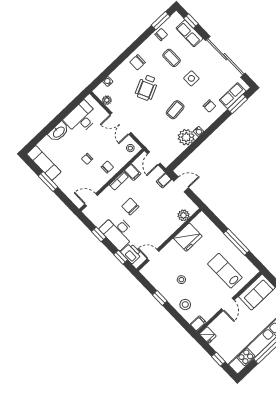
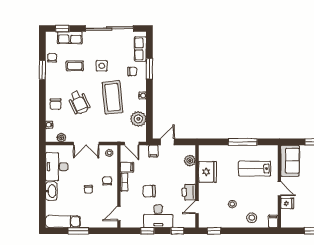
window: (161, 21) -> (42, 70), moved
chair: (138, 62) -> (56, 104), moved
window: (238, 104) -> (149, 69), moved
coffee table: (175, 110) -> (112, 97), width x1.86, depth x1.72
plant: (186, 137) -> (138, 119), moved
printer: (131, 253) -> (189, 192), moved, turned -90
window: (160, 298) -> (214, 231), moved
fridge: (208, 335) -> (287, 203), moved

